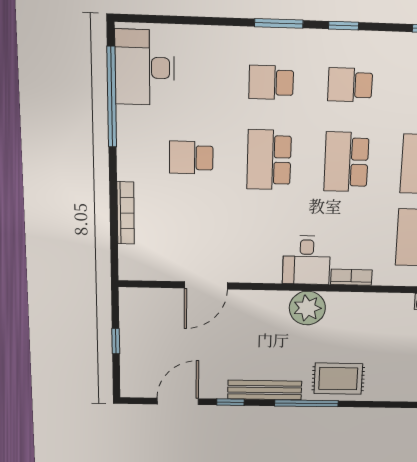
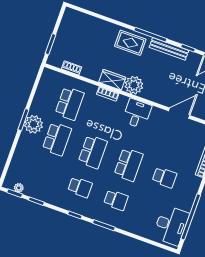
desk: (306, 260) -> (137, 114), moved
wardrobe: (351, 305) -> (112, 80), added

